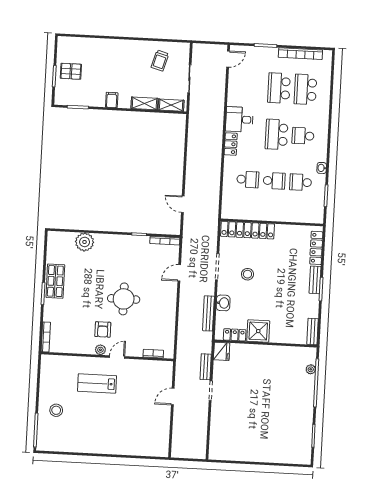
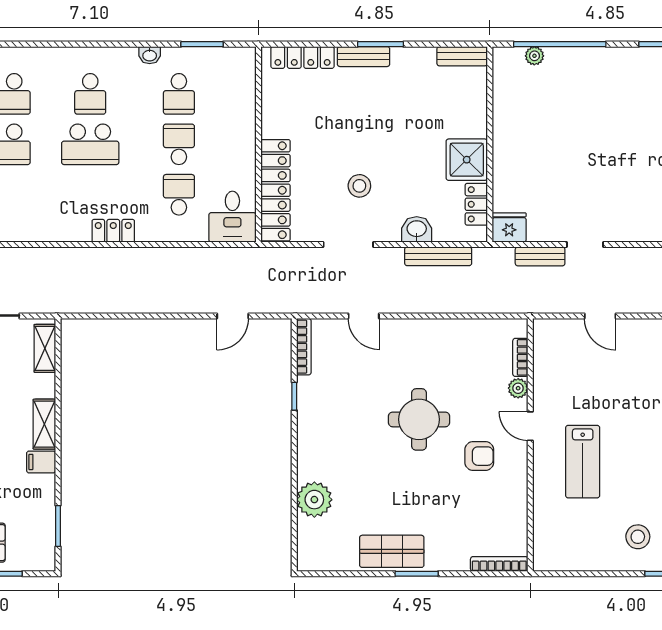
shelving: (144, 103) -> (44, 424), moved
desk: (239, 119) -> (232, 217), moved
plant: (100, 350) -> (518, 388), moved

